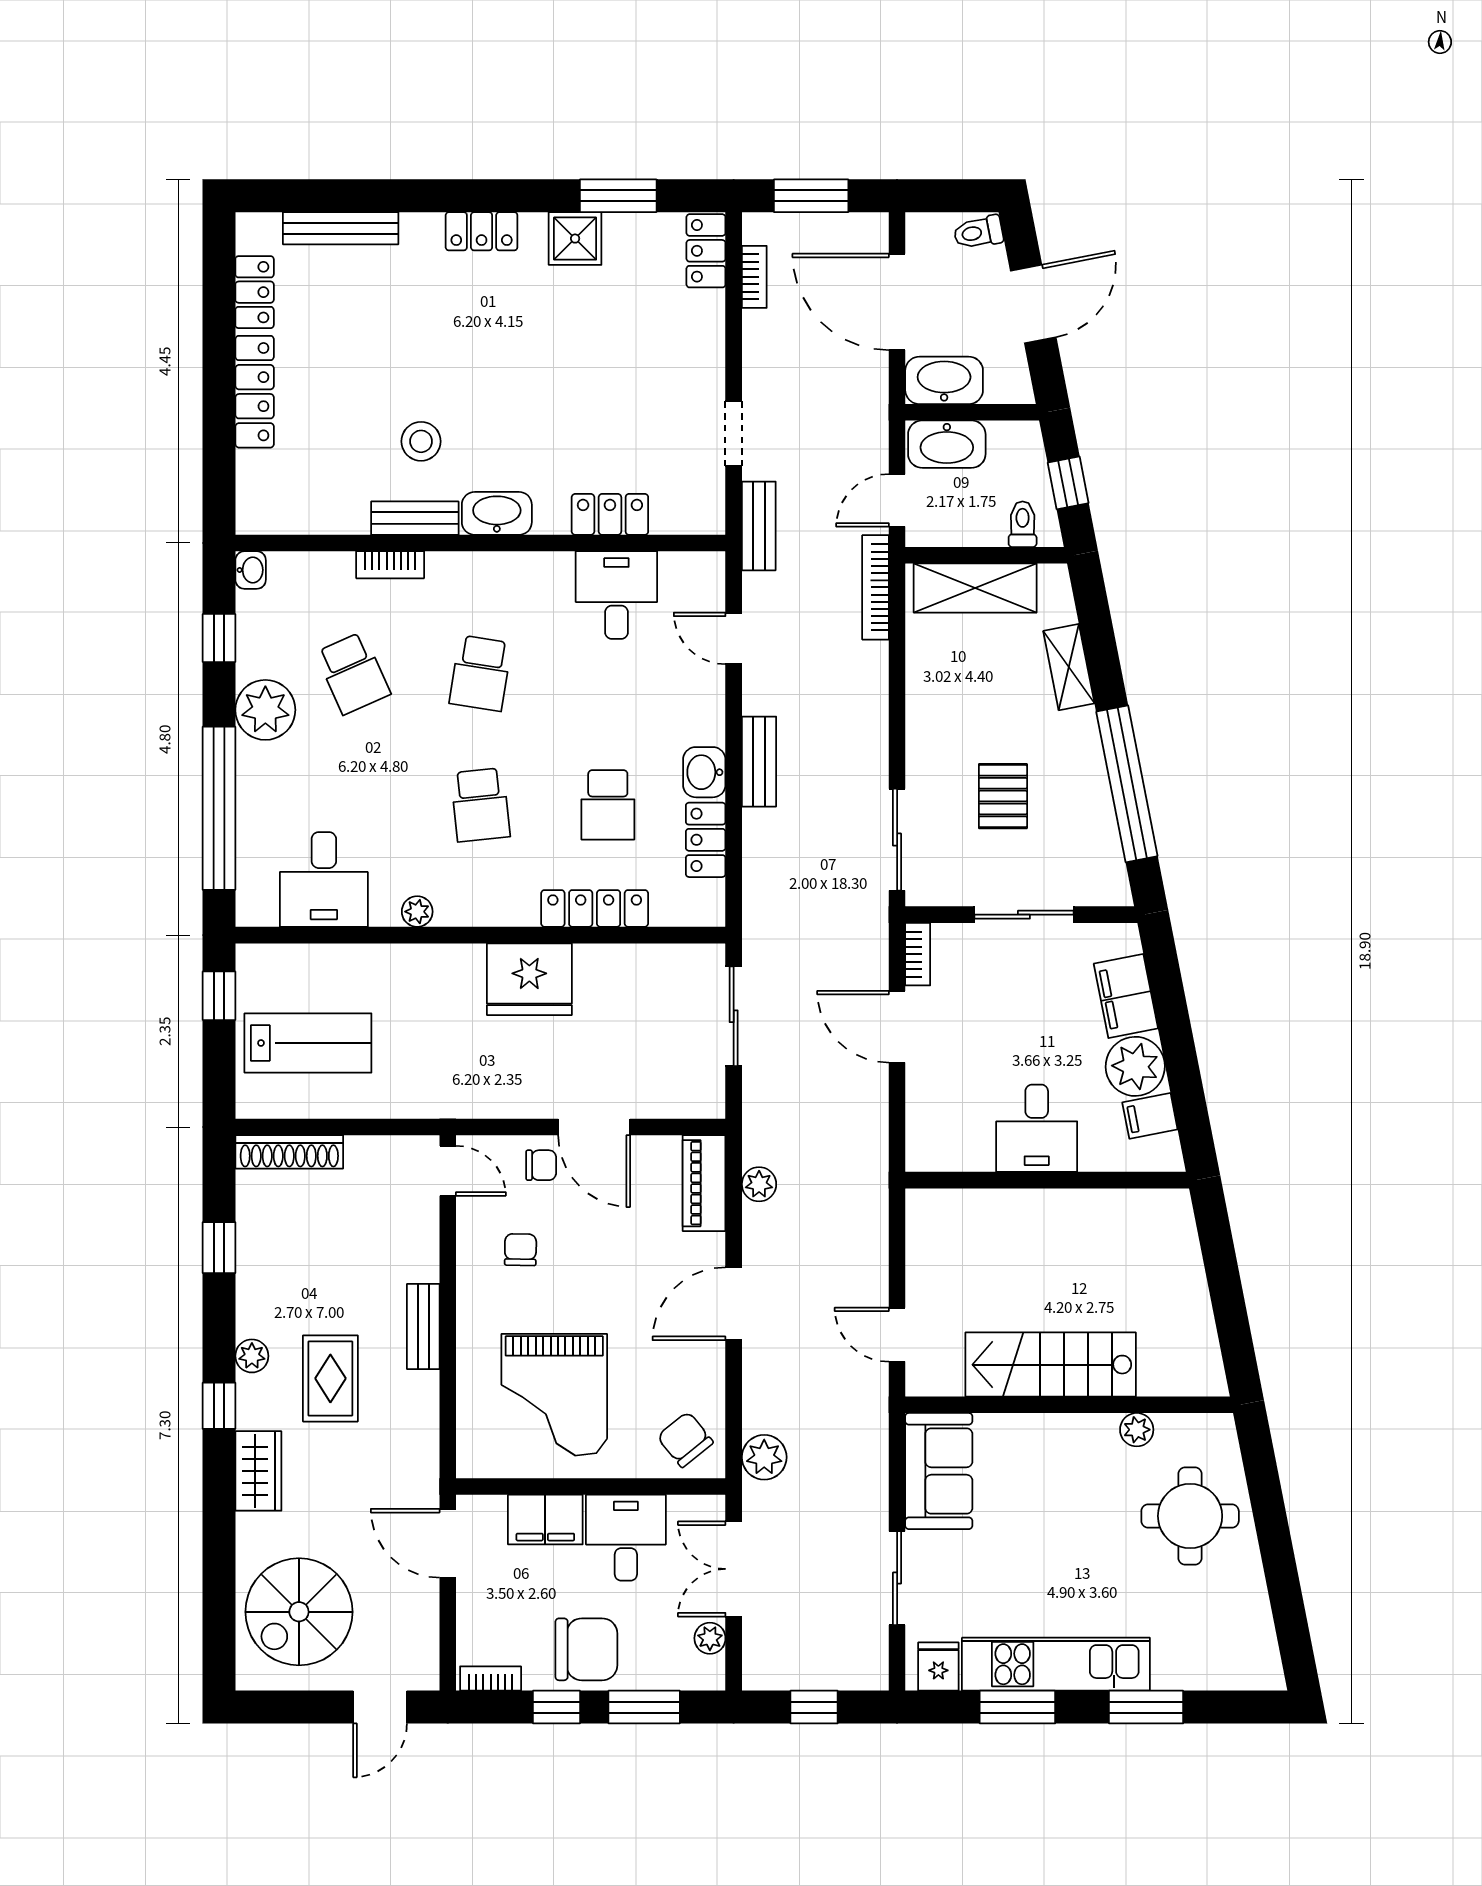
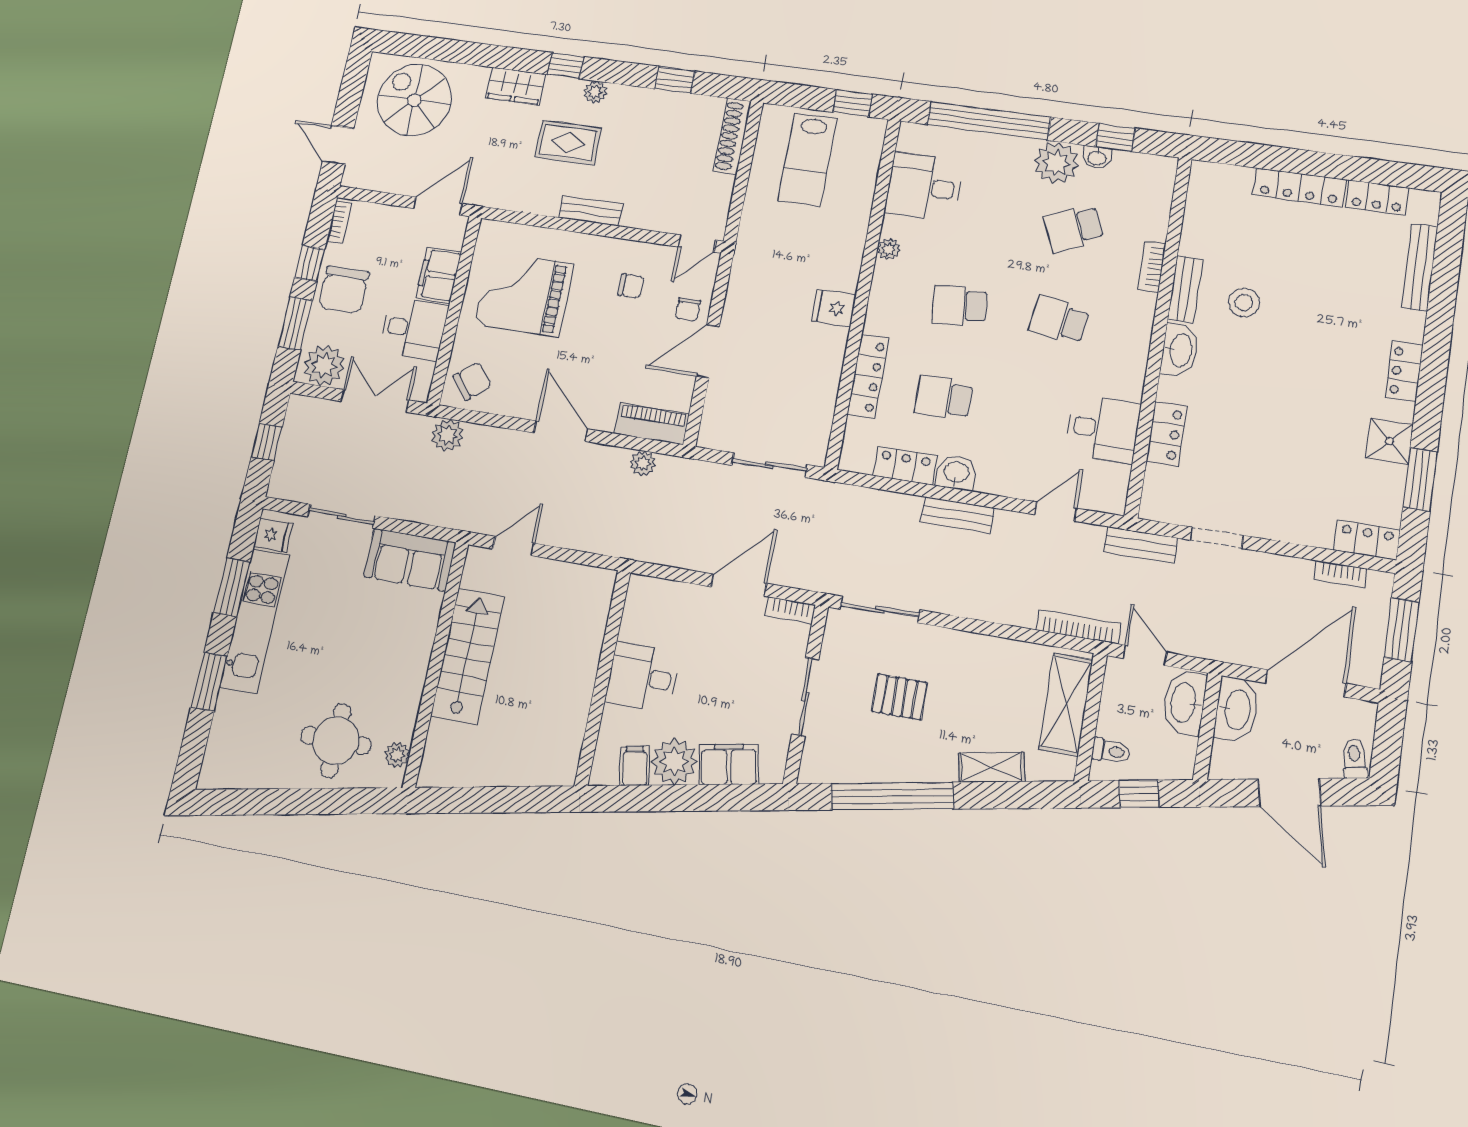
washbasin: (251, 570) -> (1097, 158), moved
fridge: (529, 979) -> (834, 308), width x0.53, depth x0.75
plant: (1137, 1430) -> (397, 755), moved
plant: (710, 1638) -> (324, 365), width x1.88, depth x1.88

